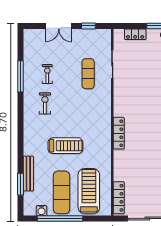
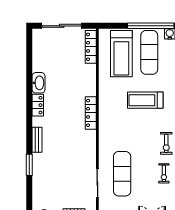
exercise mat: (88, 74) -> (122, 174), width x1.36, depth x1.45

